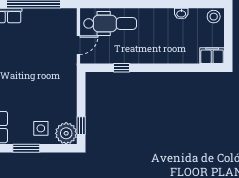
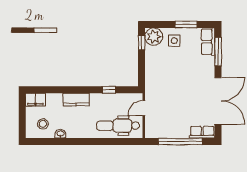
stool: (214, 17) -> (43, 124), moved
kitchen counter: (162, 56) -> (76, 100), added

